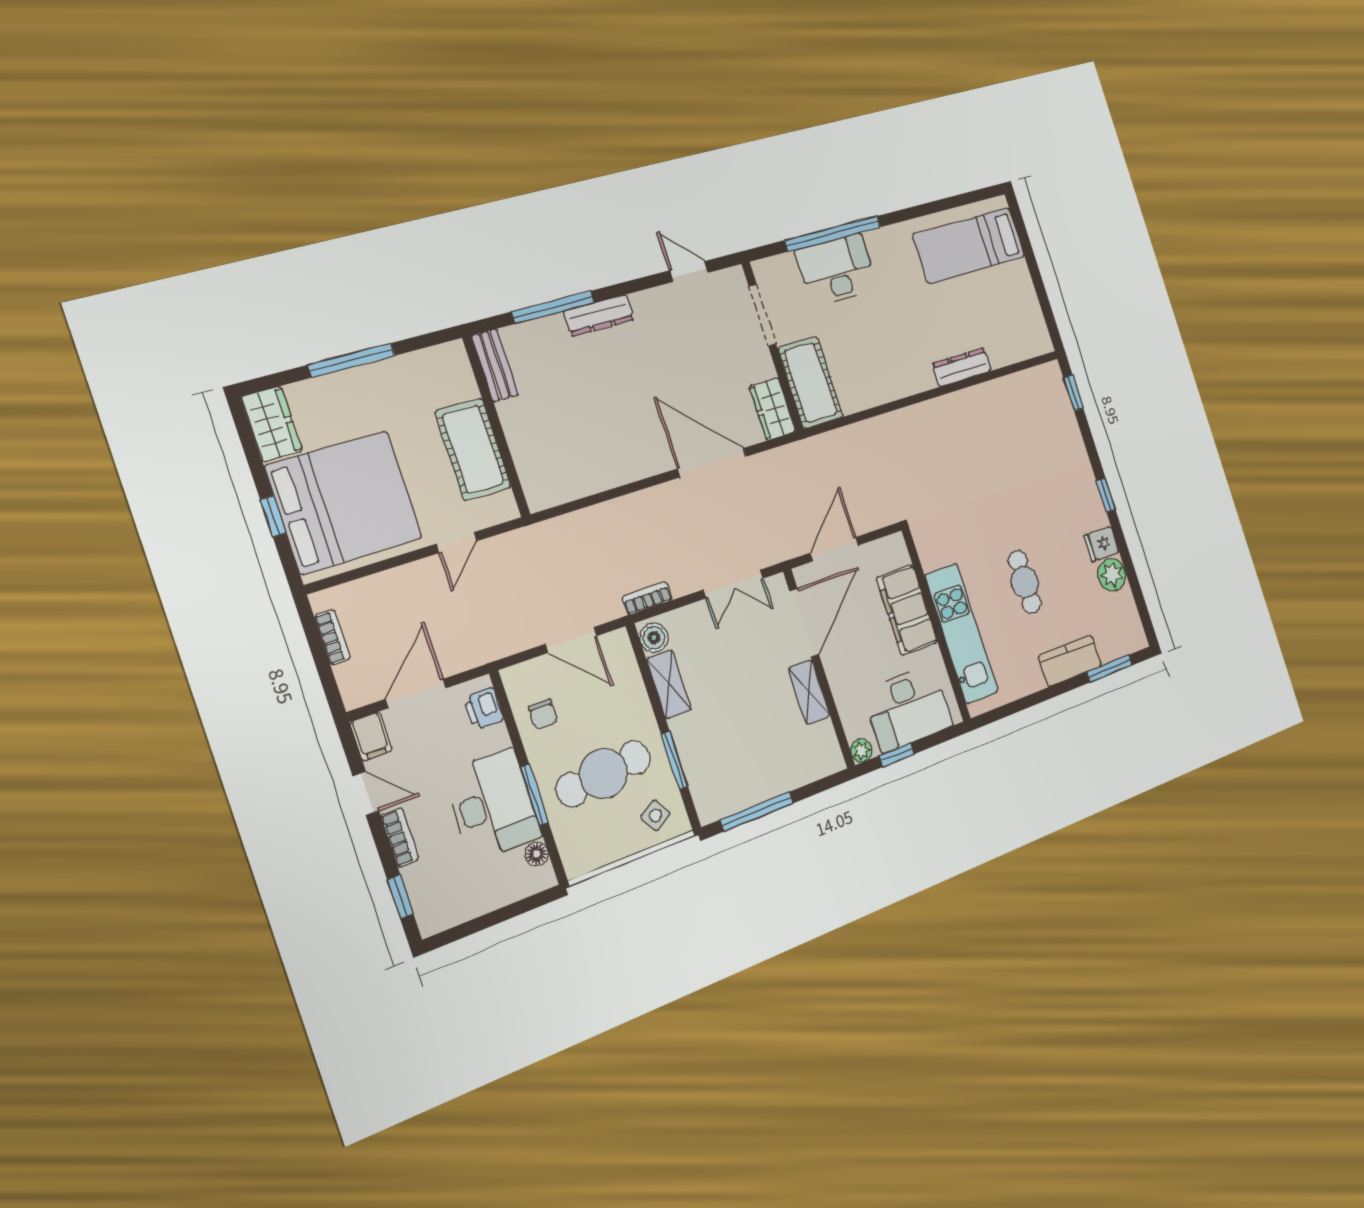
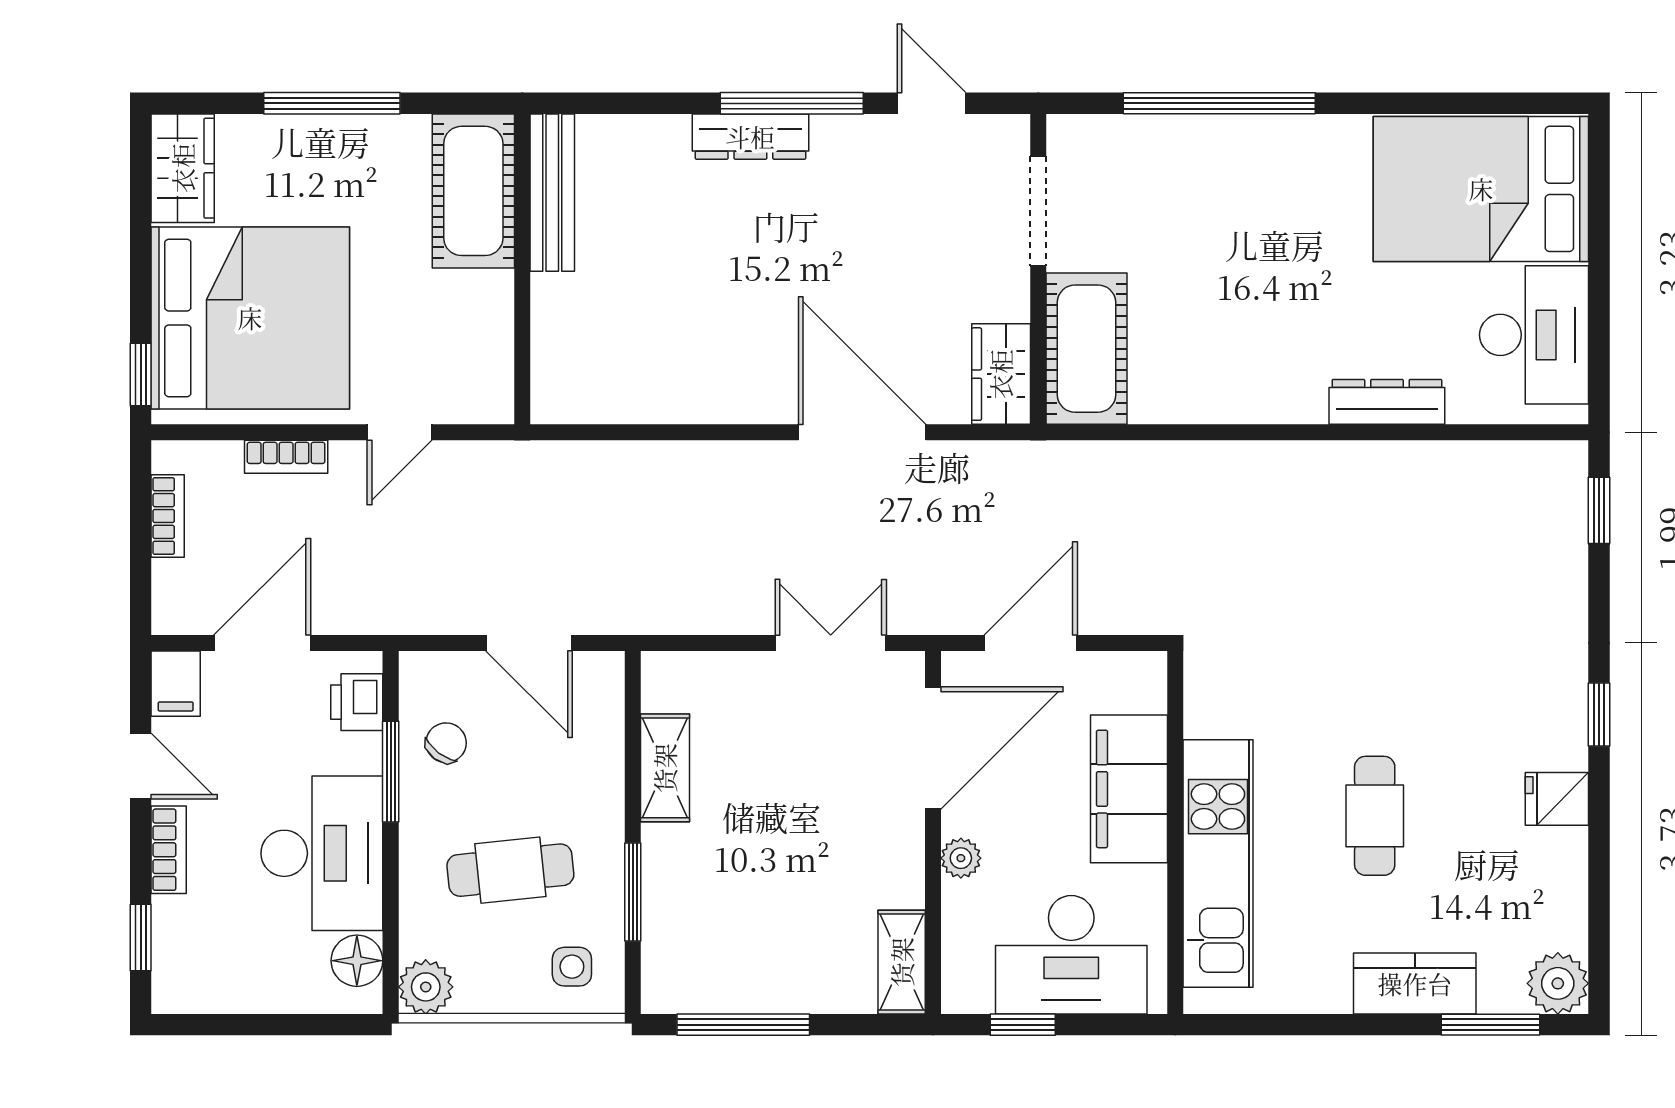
bed: (969, 245) -> (1481, 189), width x1.50
desk: (837, 270) -> (1534, 335), moved, turned 90
window: (553, 307) -> (792, 103), moved
bench: (495, 365) -> (552, 193), width x1.36
cot: (473, 449) -> (473, 191), moved
window: (273, 516) -> (141, 375), moved
plant: (1112, 575) -> (1558, 983), moved
double door: (734, 584) -> (831, 643), swing flipped
bookcase: (647, 598) -> (286, 457), moved, turned 180
boiler: (654, 638) -> (665, 685), removed
shelving: (809, 692) -> (902, 962), moved
chair: (543, 714) -> (446, 743), turned -143
plant: (861, 751) -> (961, 858), moved
cafe table: (603, 774) -> (510, 870), width x0.73, depth x0.74
window: (534, 795) -> (391, 772), moved
side table: (655, 815) -> (572, 967), turned 31
floor lamp: (536, 854) -> (357, 961), width x1.37, depth x1.37
plant: (578, 859) -> (426, 987), added

